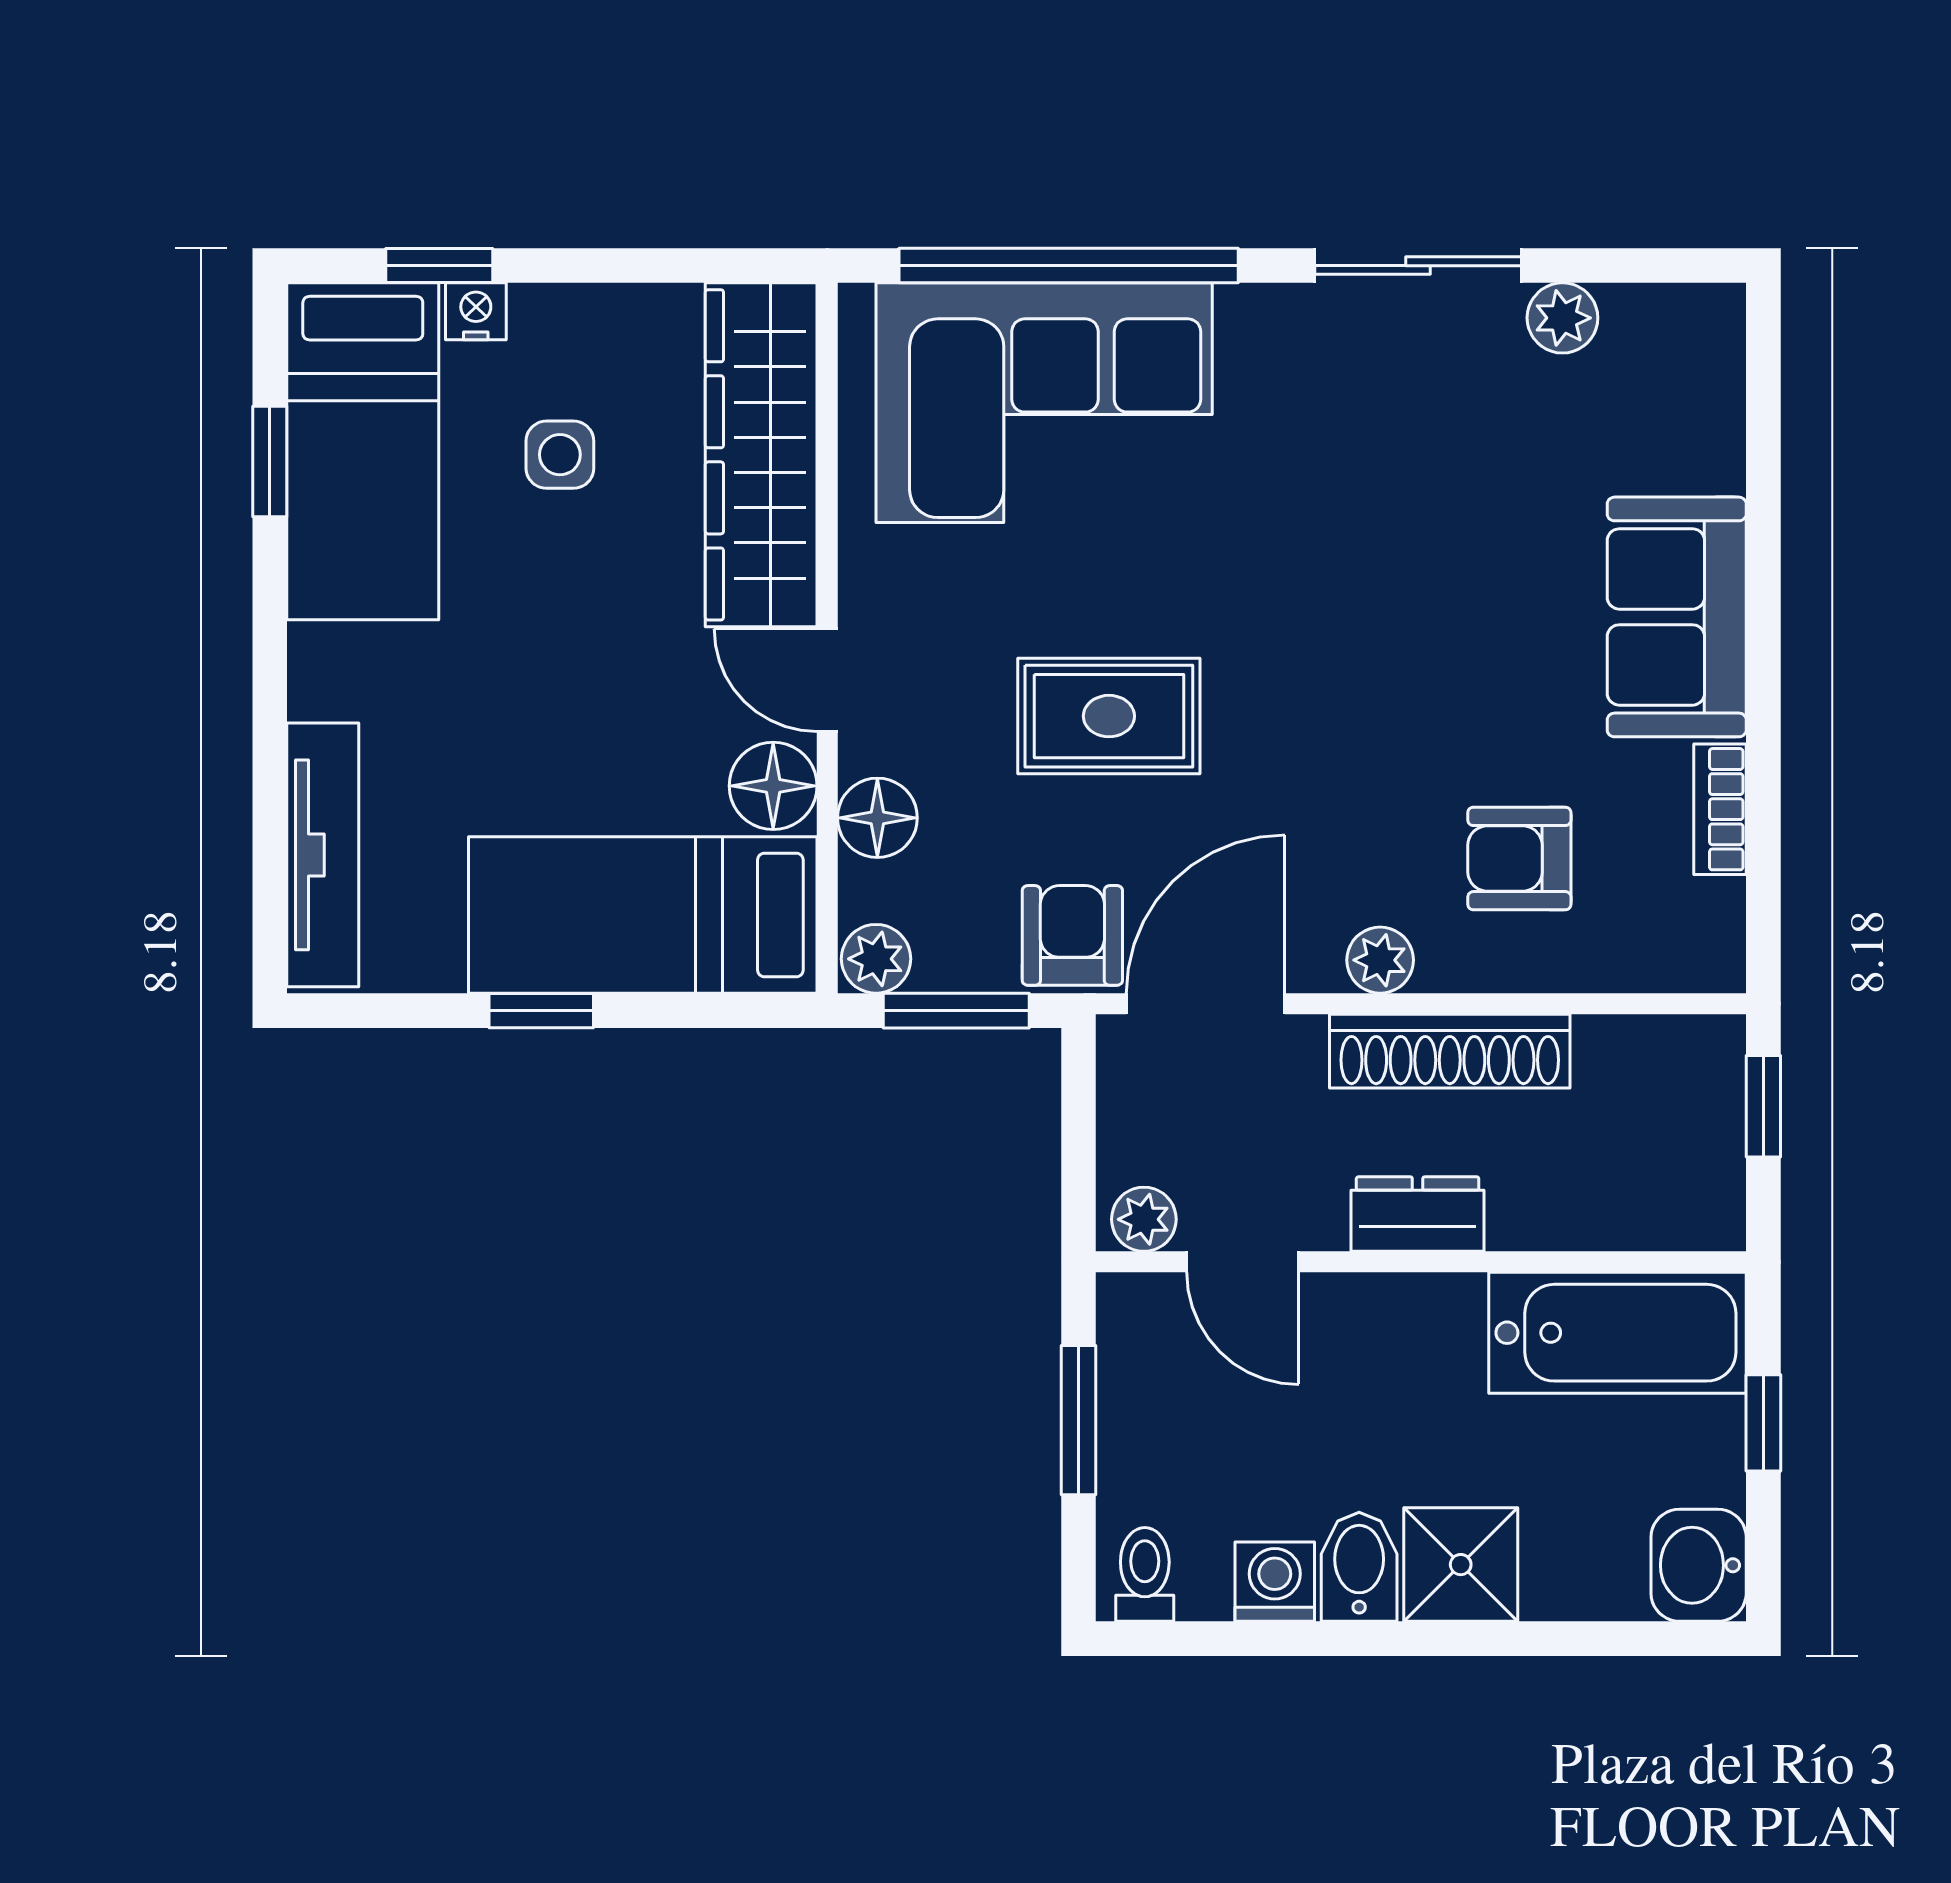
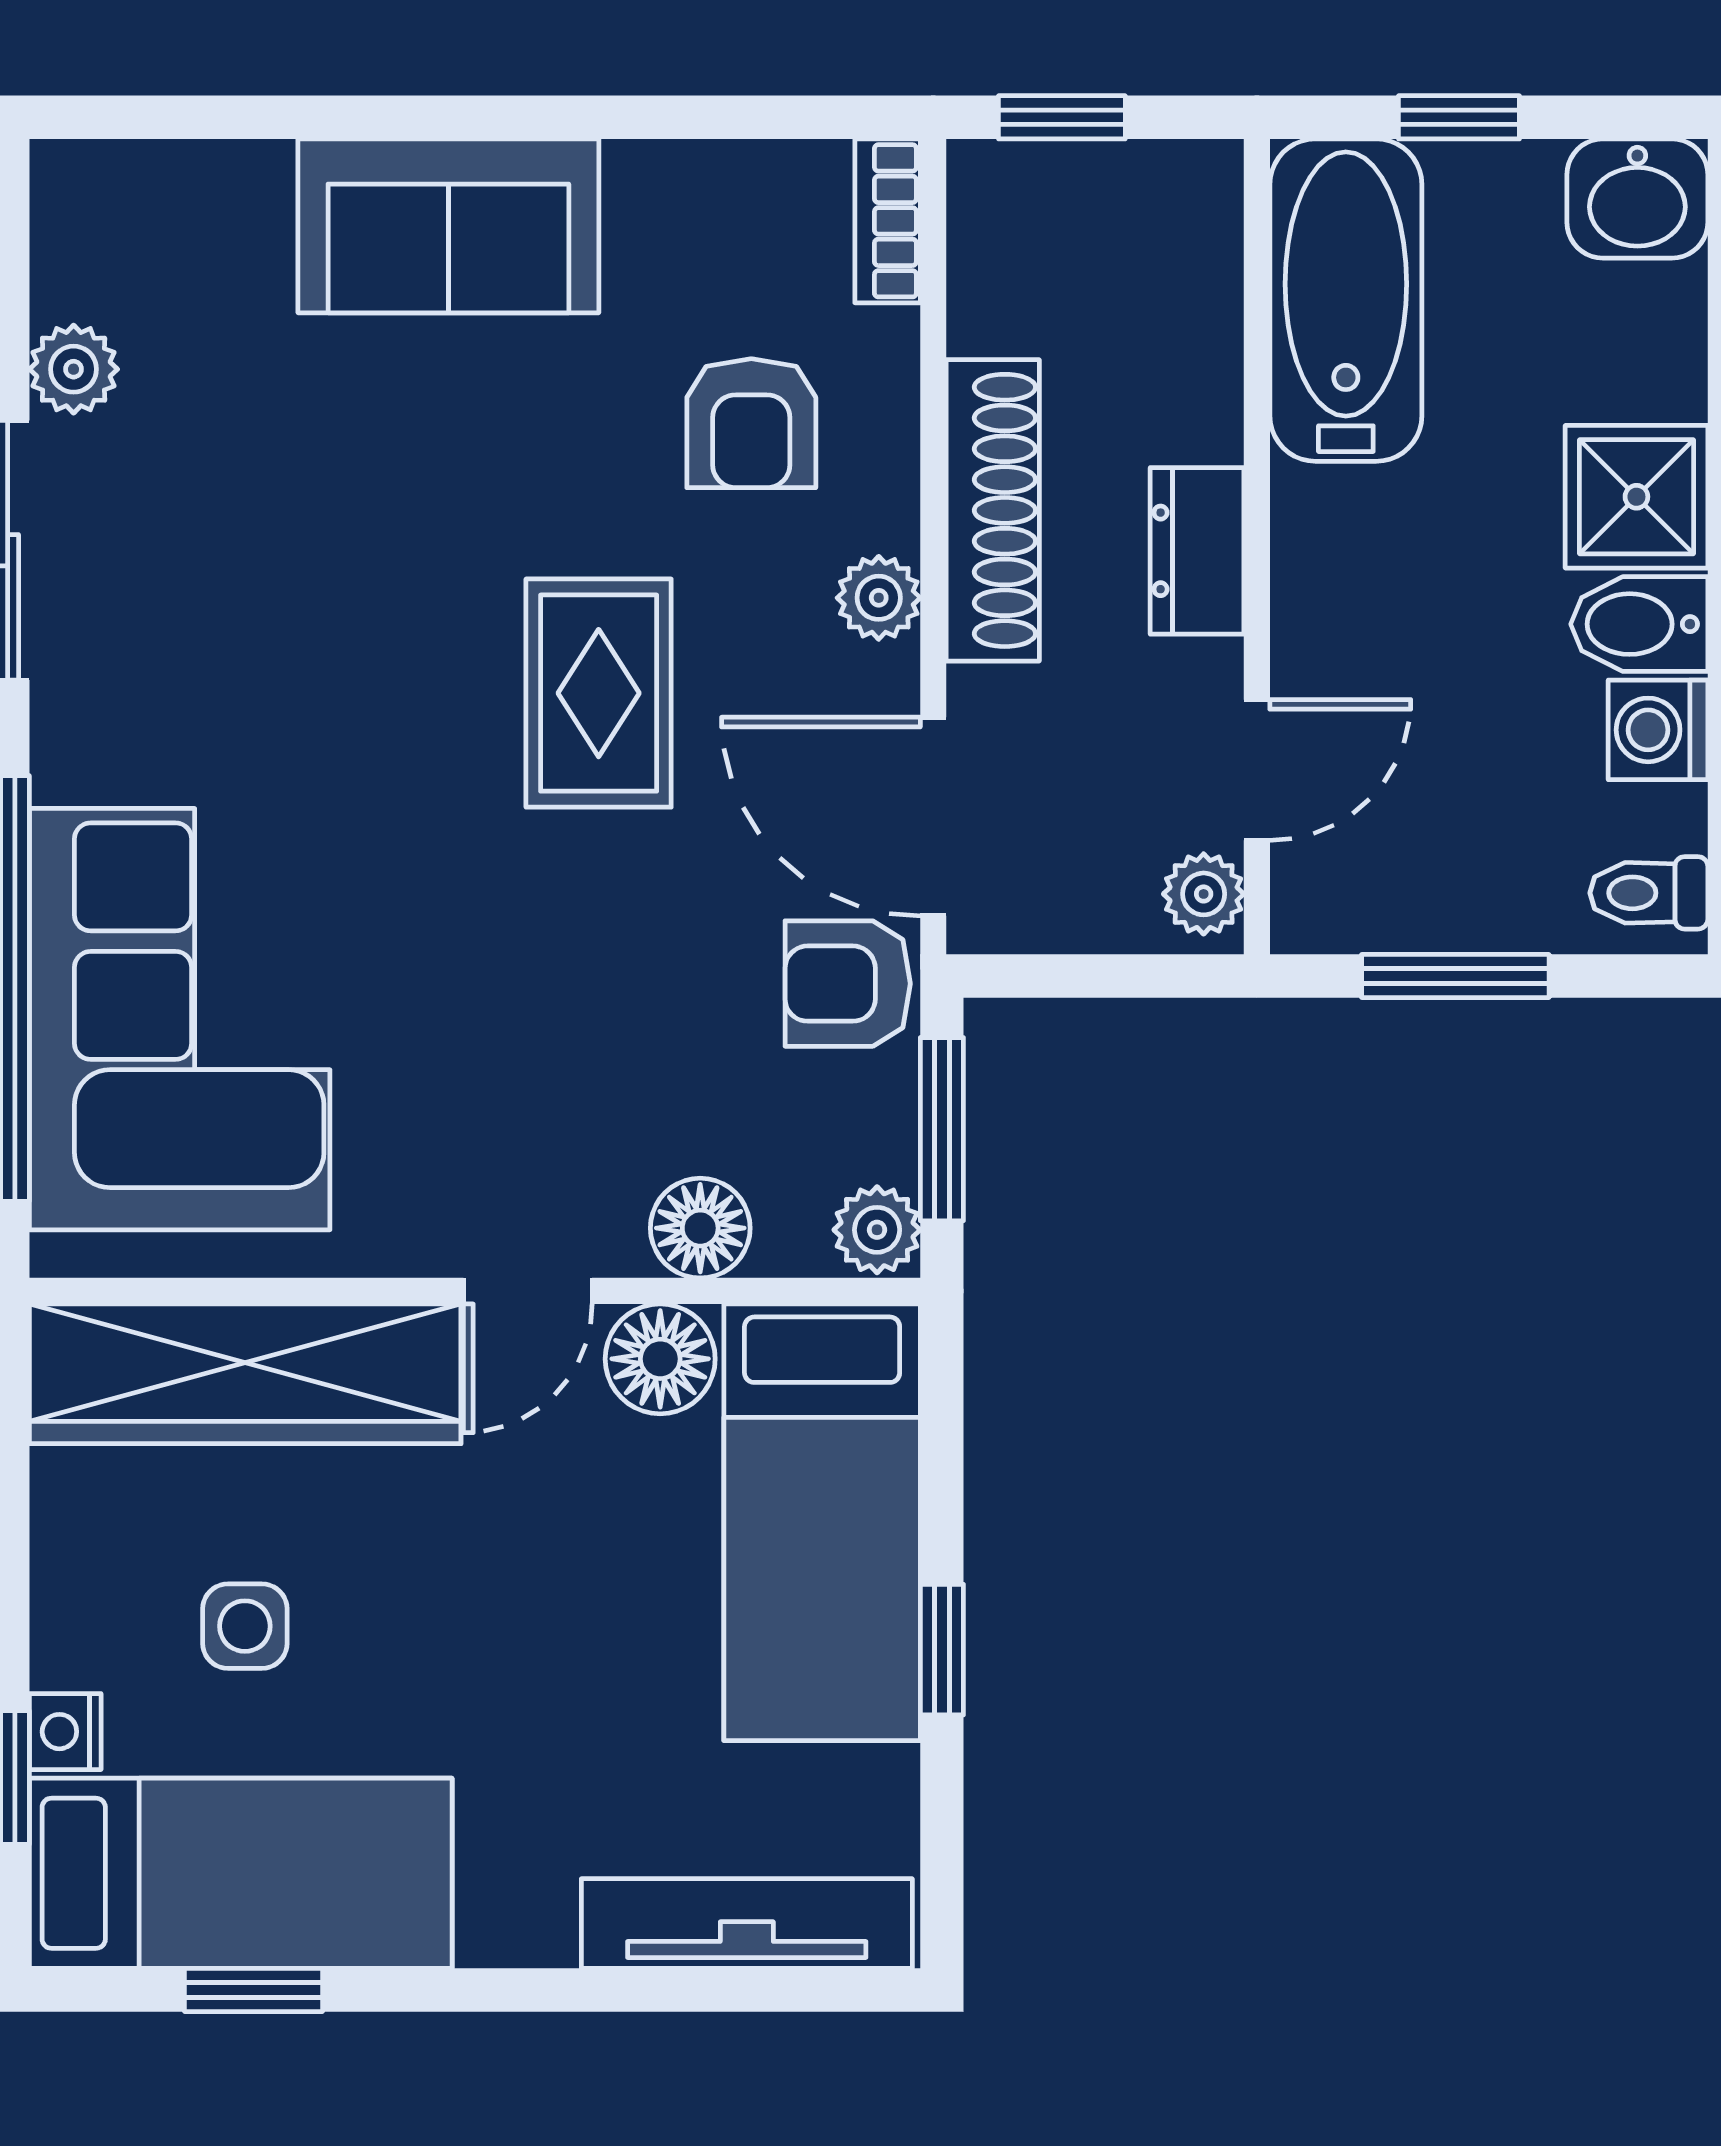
rug: (1109, 716) -> (599, 693), moved
bookcase: (1720, 809) -> (888, 221), moved, turned 90

